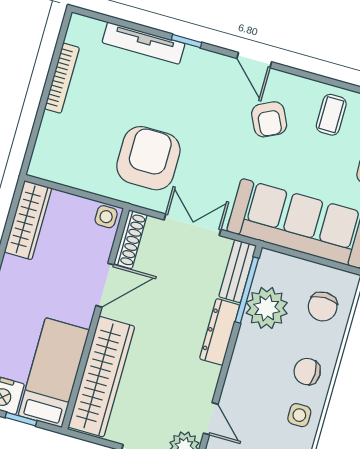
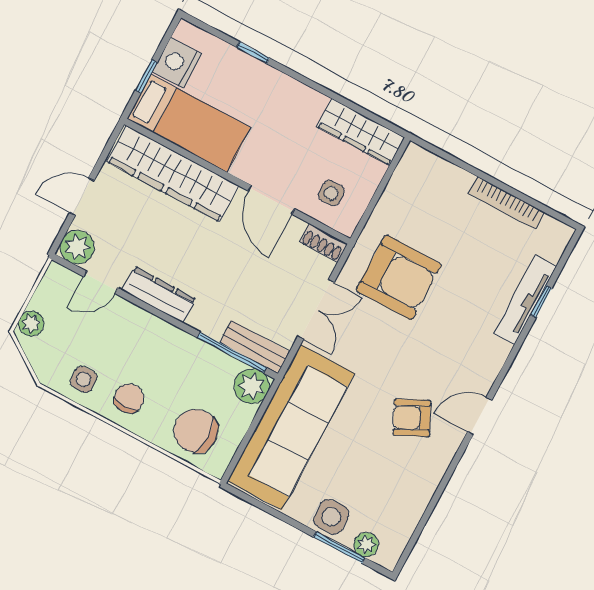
window: (186, 41) -> (541, 301), moved
coffee table: (331, 115) -> (402, 486), removed
side table: (106, 217) -> (331, 193), moved
shoe rack: (131, 239) -> (323, 243), width x0.70
chair: (323, 307) -> (196, 431), width x1.37, depth x1.37
plant: (267, 308) -> (252, 386), moved, width x0.73, depth x0.73
dresser: (220, 332) -> (159, 295), moved

